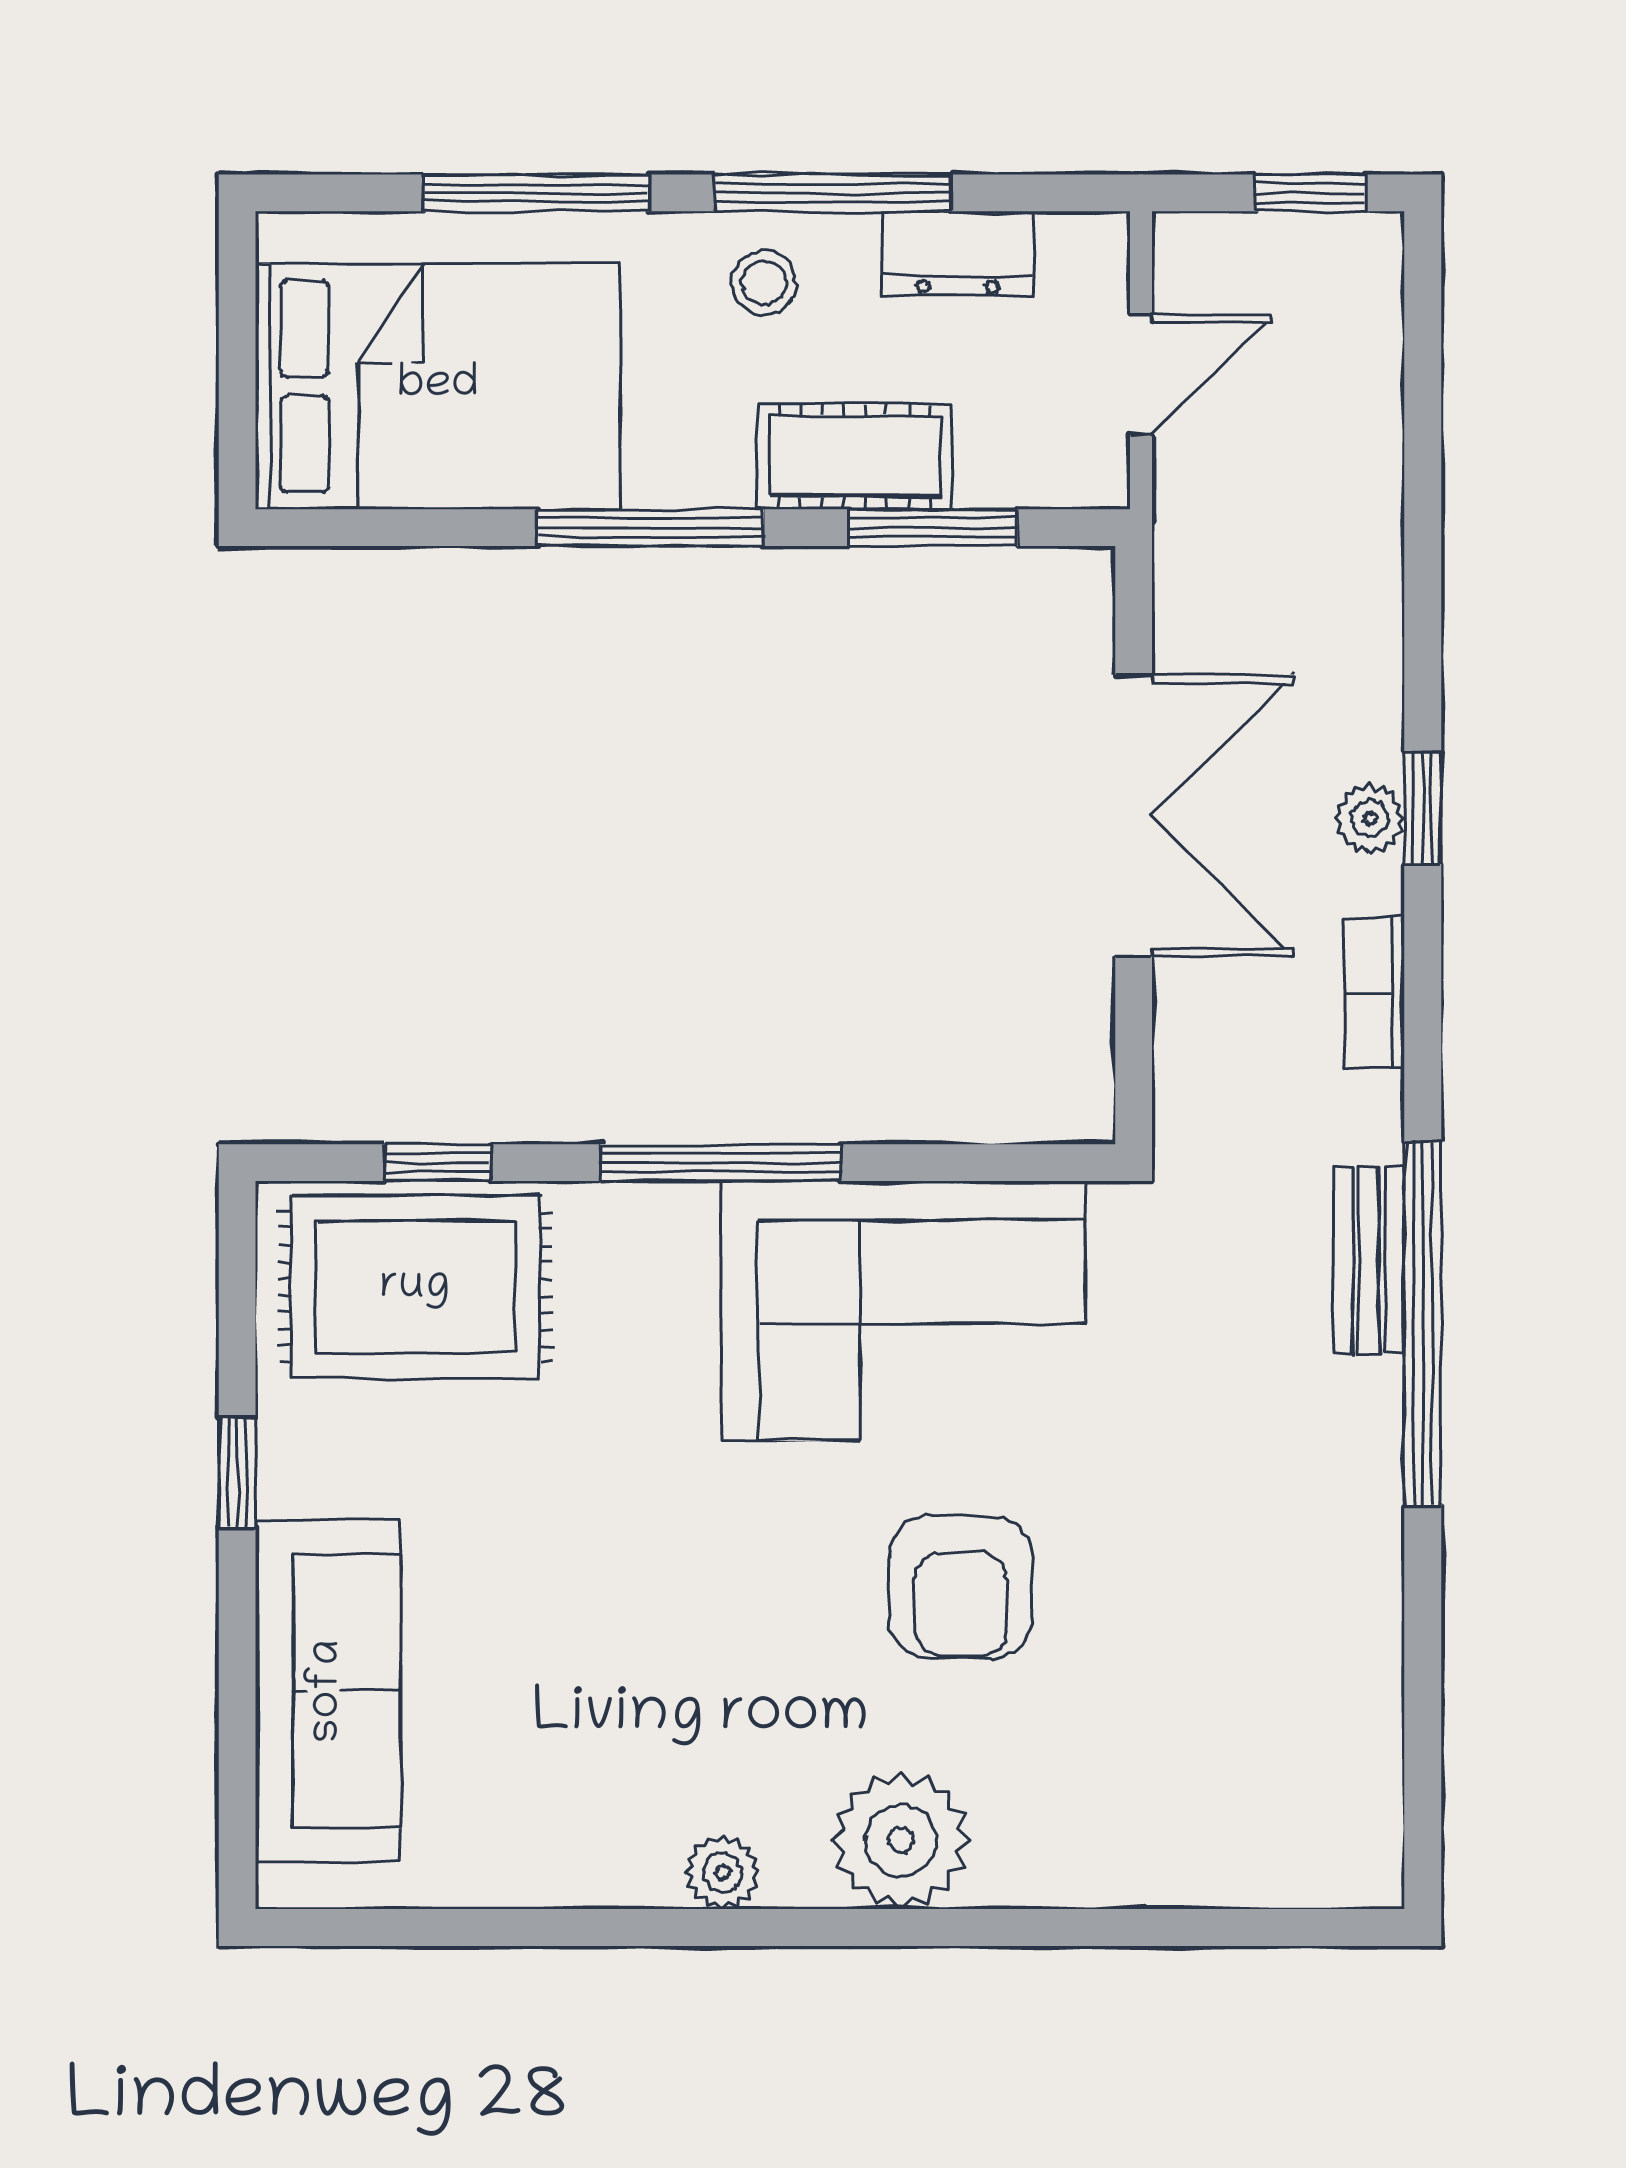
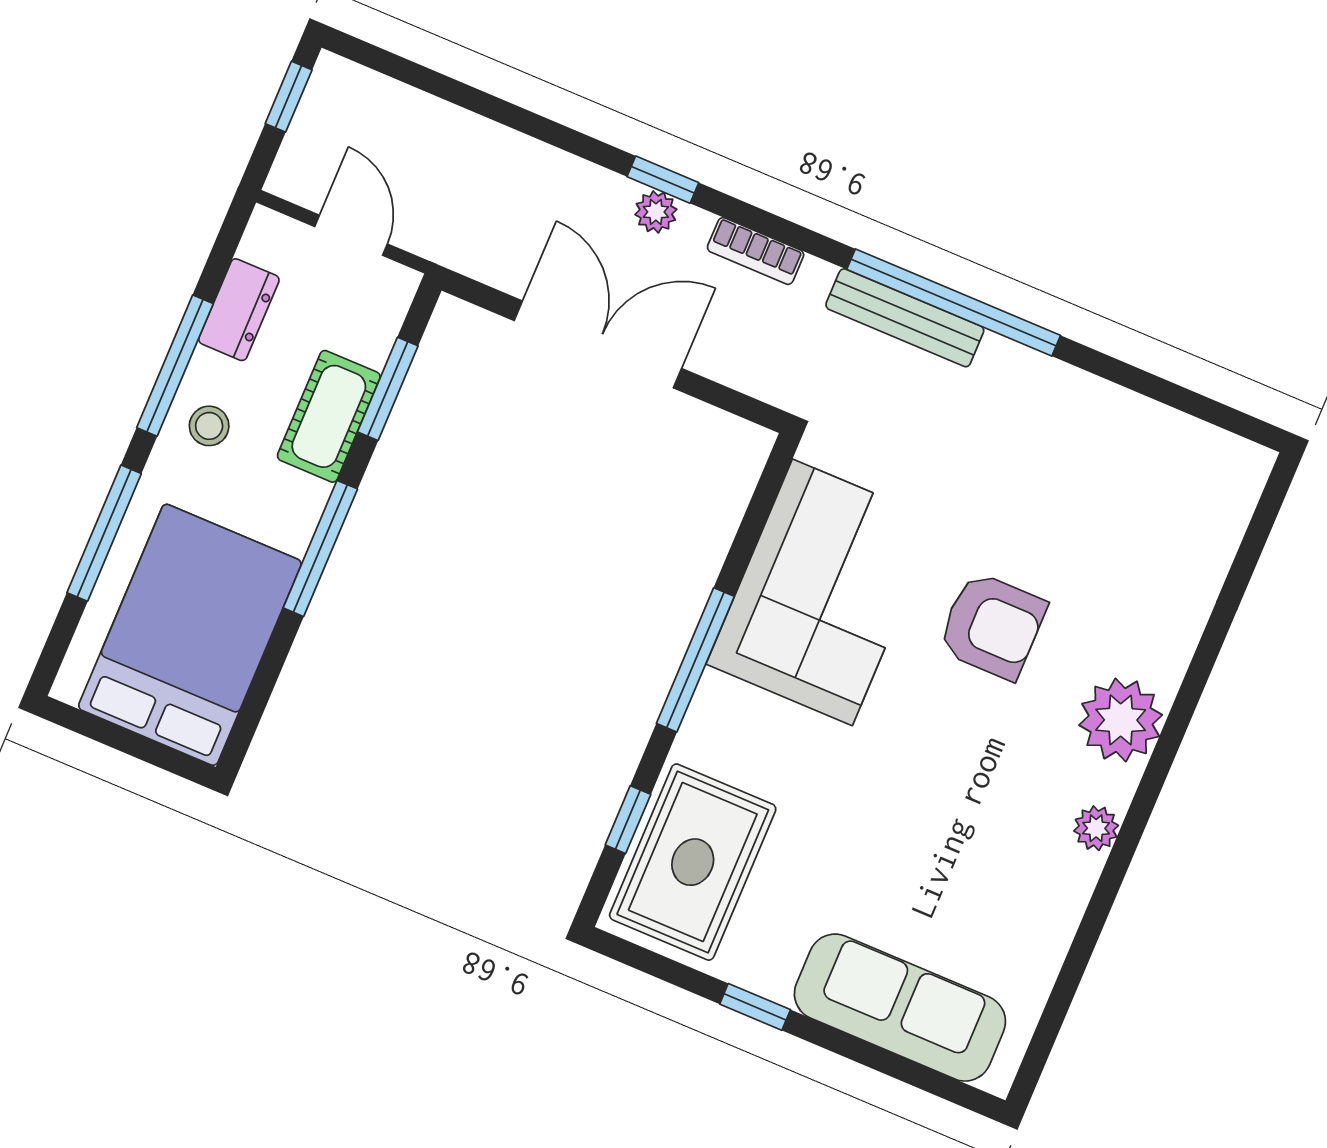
bench: (1369, 1260) -> (905, 318), width x1.36

